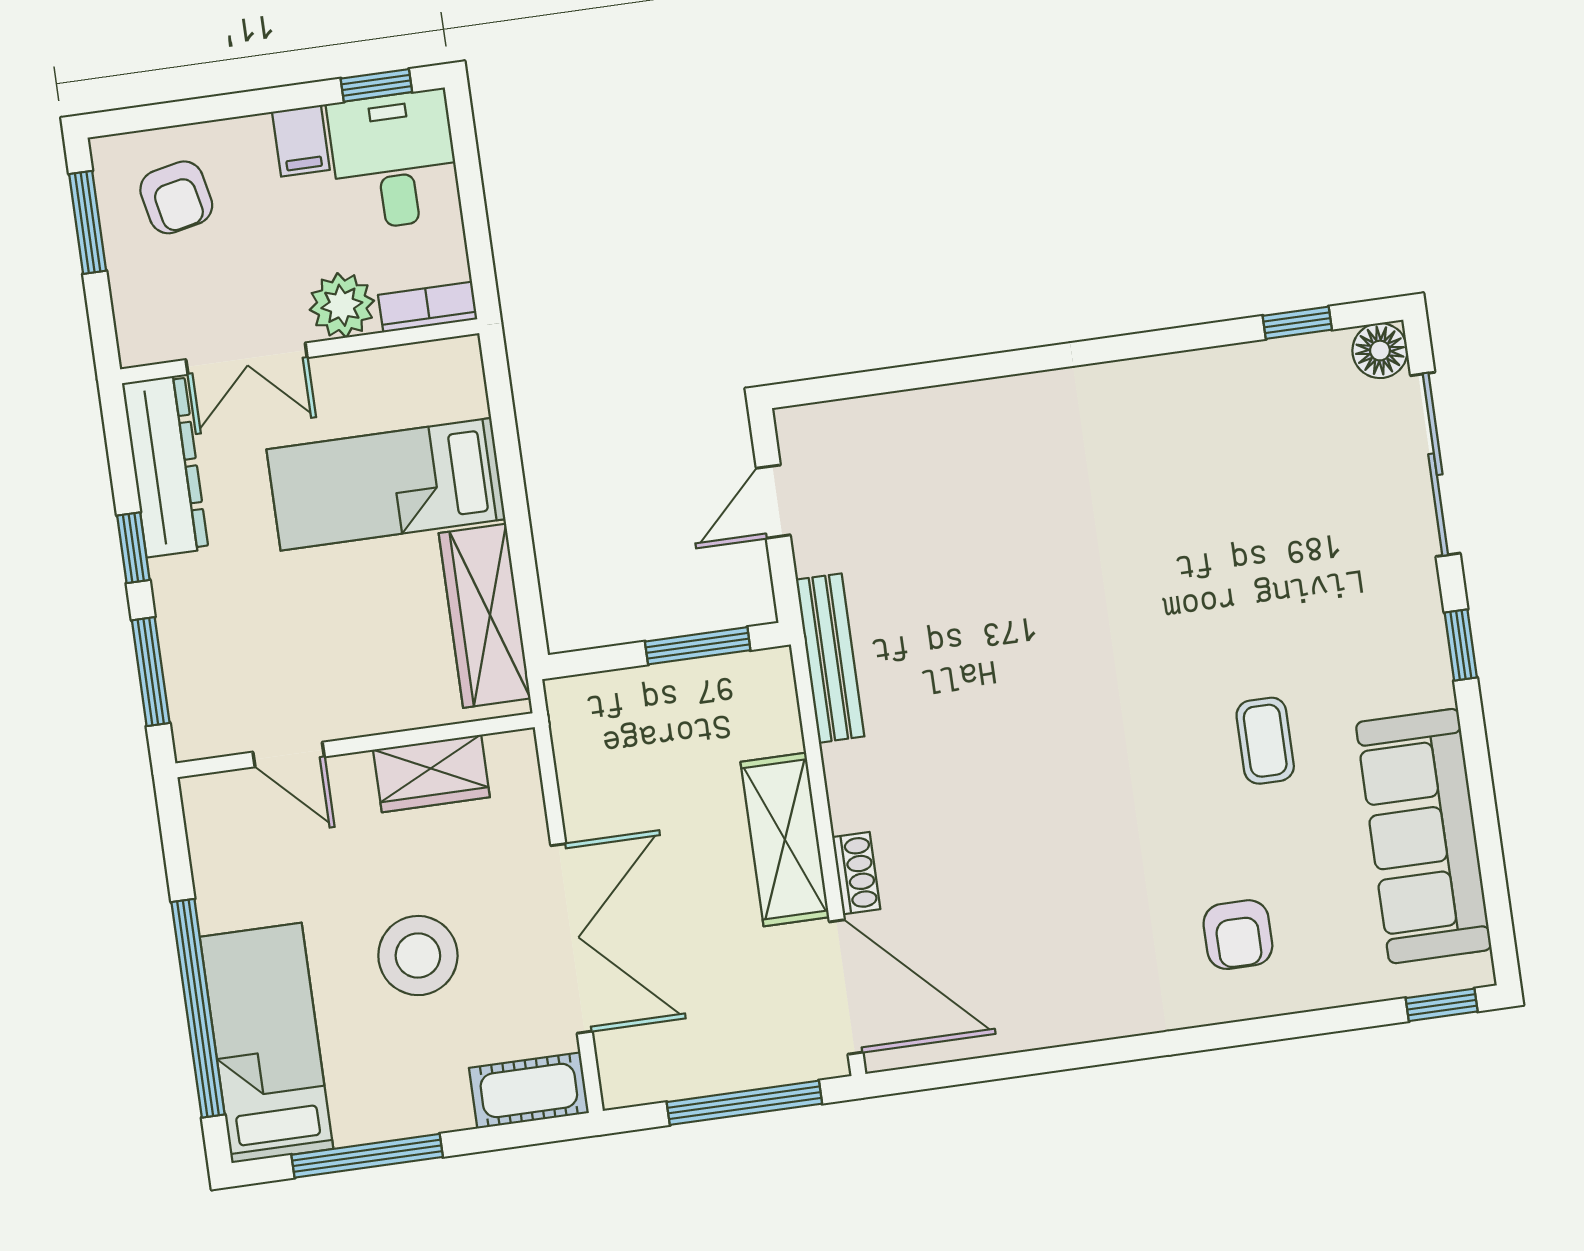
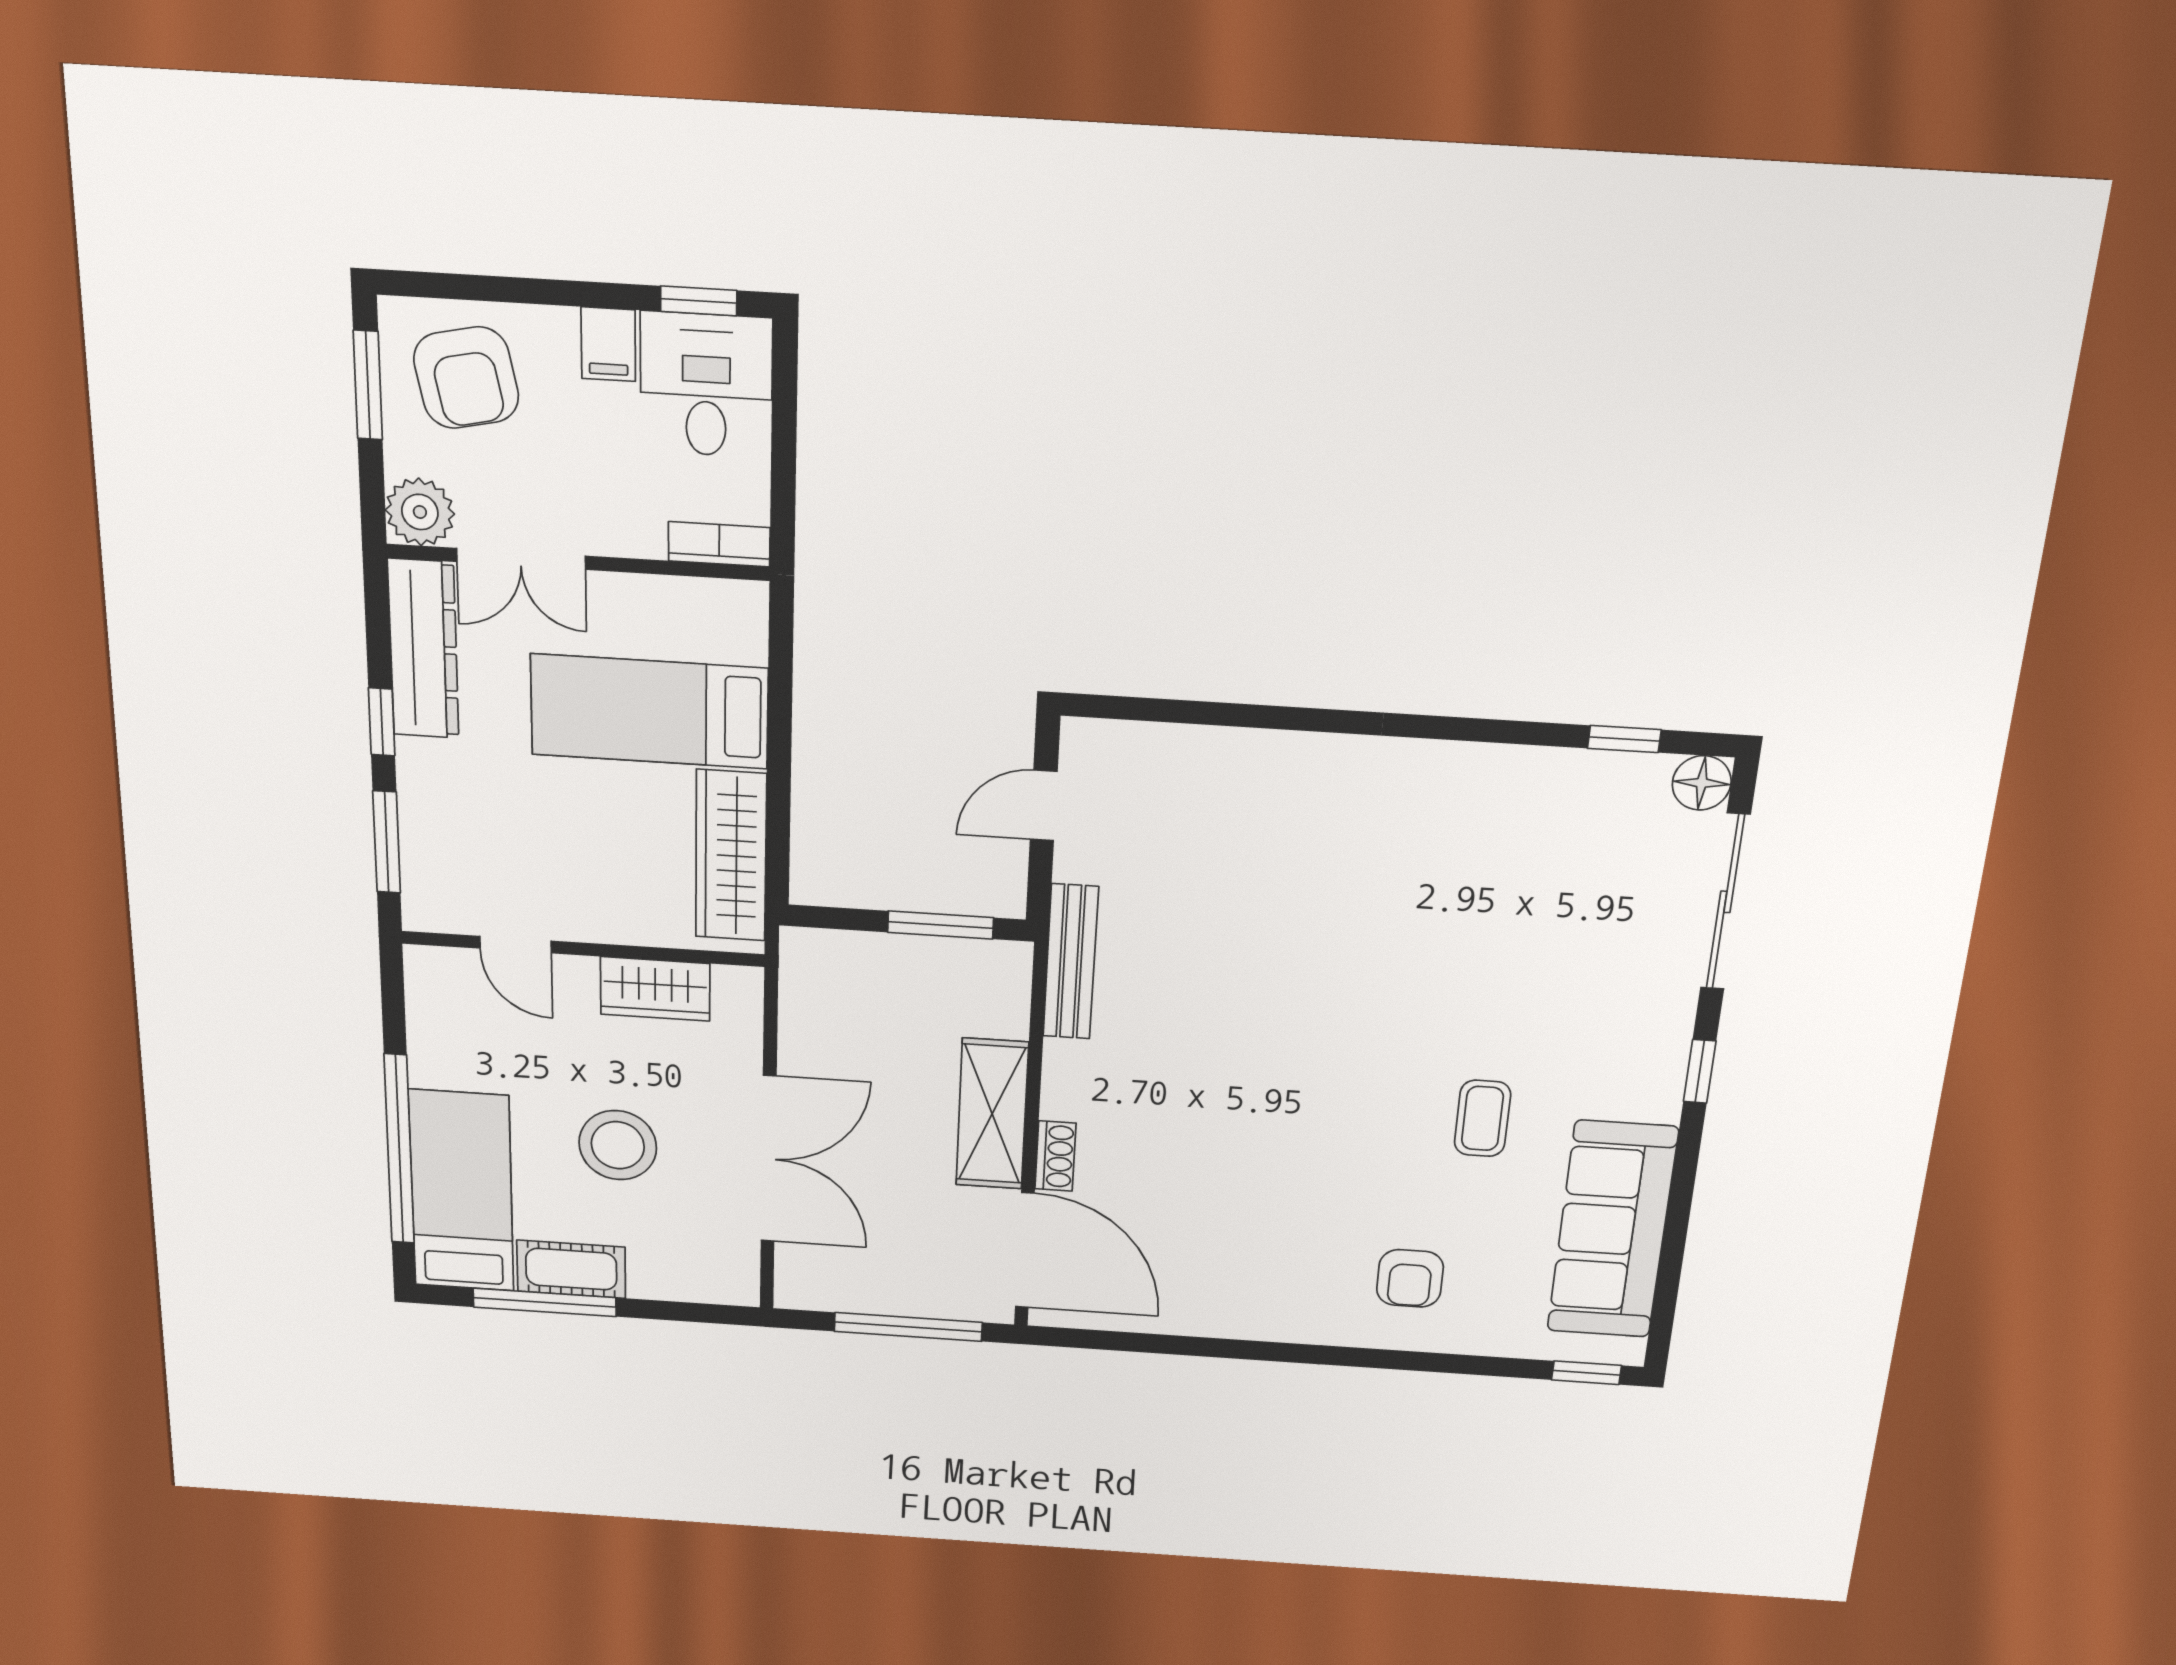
armchair: (176, 197) -> (466, 378), width x1.38, depth x1.38
plant: (342, 305) -> (420, 512), moved
cot: (529, 1090) -> (571, 1269), moved

